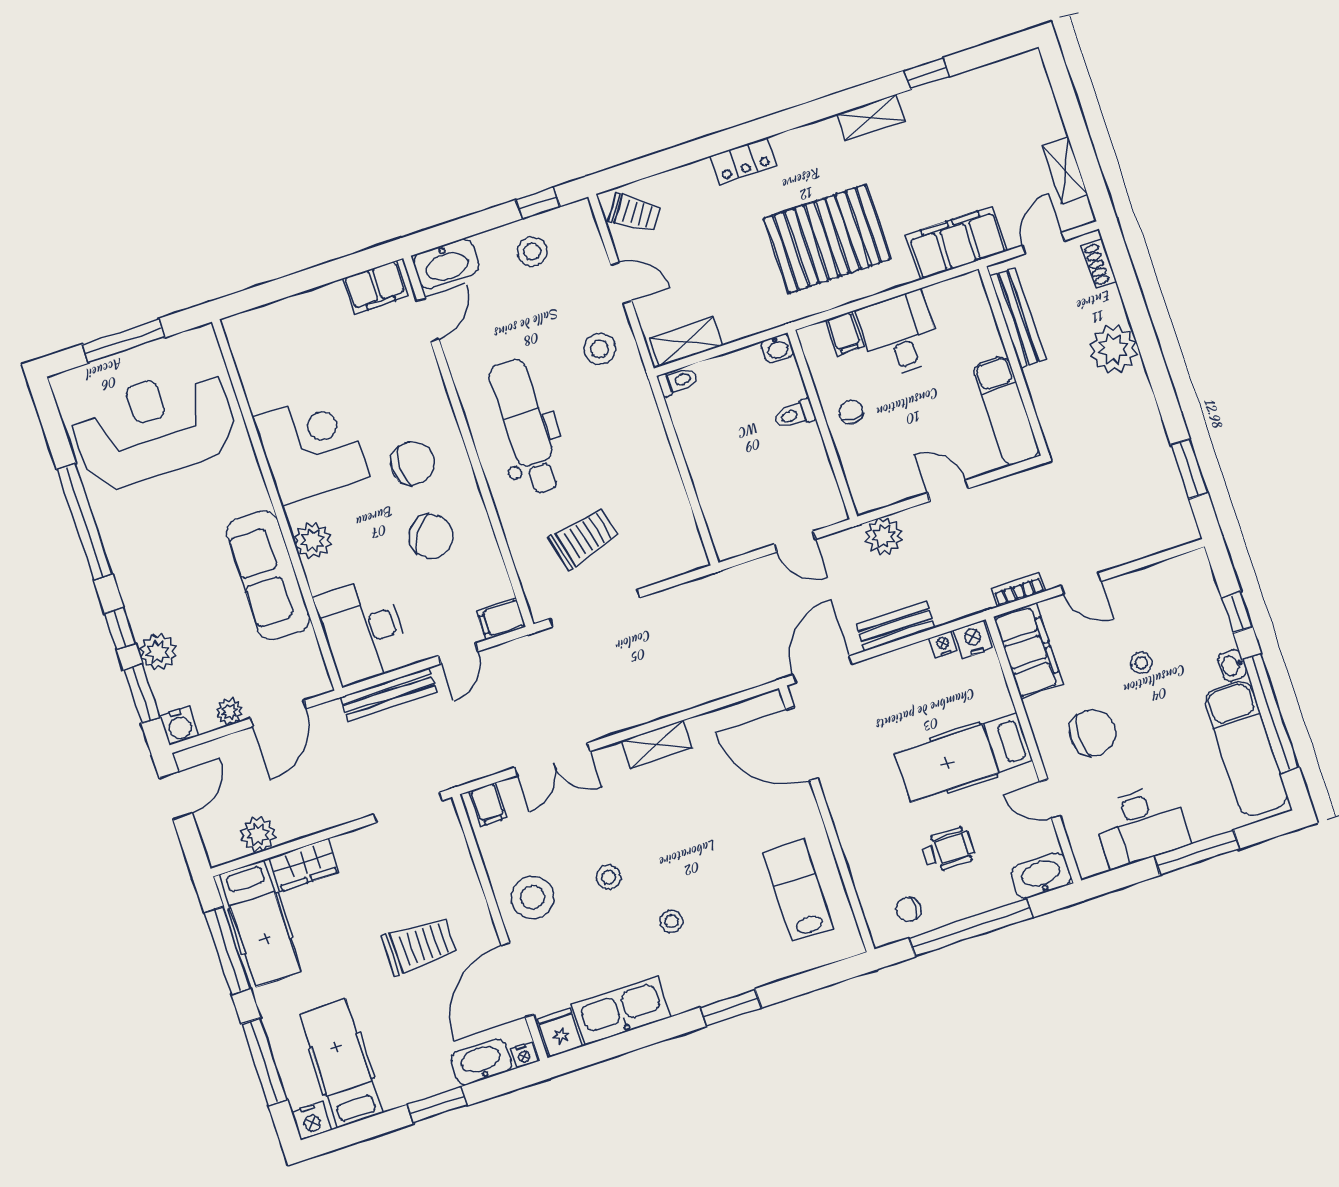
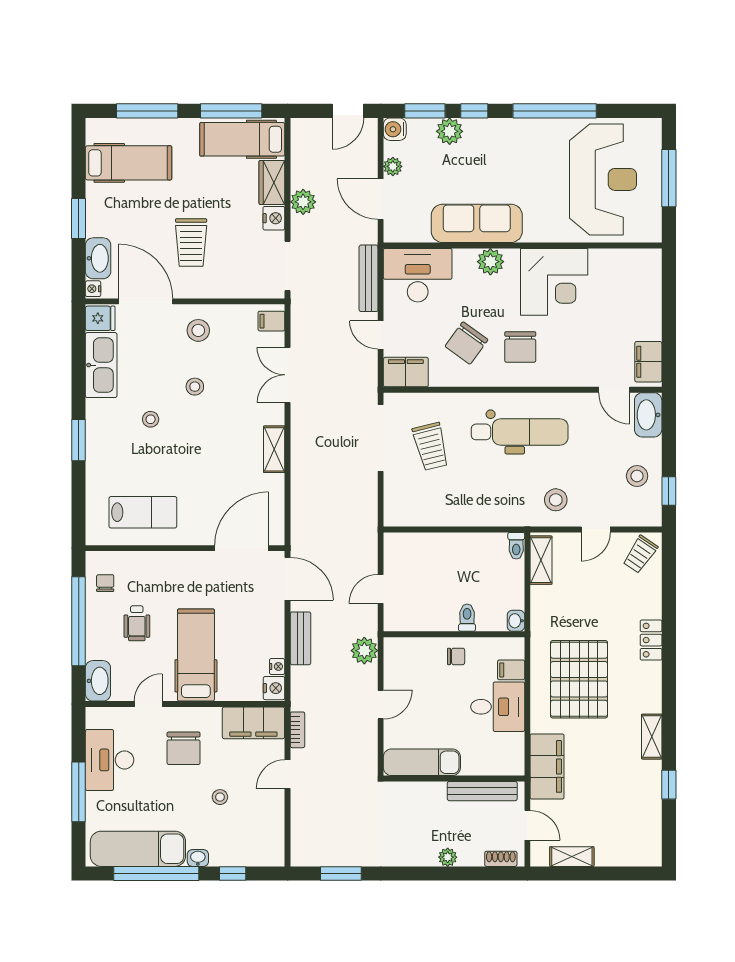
plant: (1113, 349) -> (448, 857), width x0.53, depth x0.53
filing cabinet: (501, 619) -> (406, 372), width x2.00
door: (176, 796) -> (348, 111), hinge flipped
plant: (258, 834) -> (303, 202), moved
stool: (533, 897) -> (198, 330), width x0.73, depth x0.73
nightstand: (312, 1121) -> (274, 218), moved, turned 180

